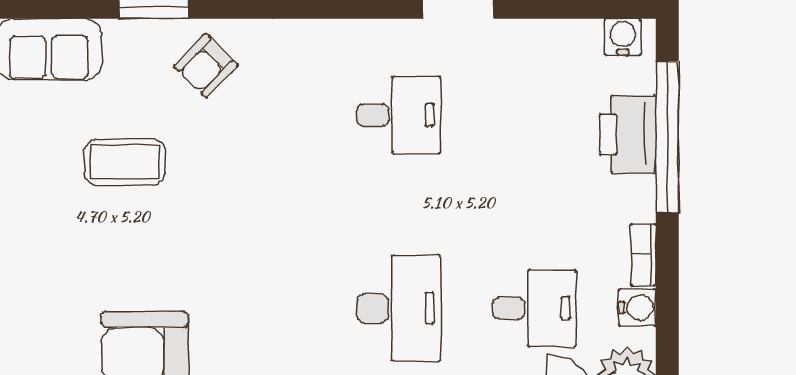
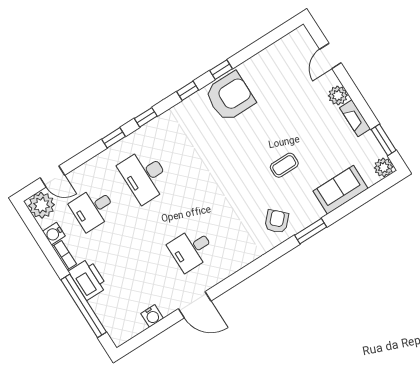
water cooler: (623, 37) -> (152, 316), moved
printer: (628, 134) -> (88, 279), moved
coffee table: (125, 162) -> (284, 165), width x0.73, depth x0.77

